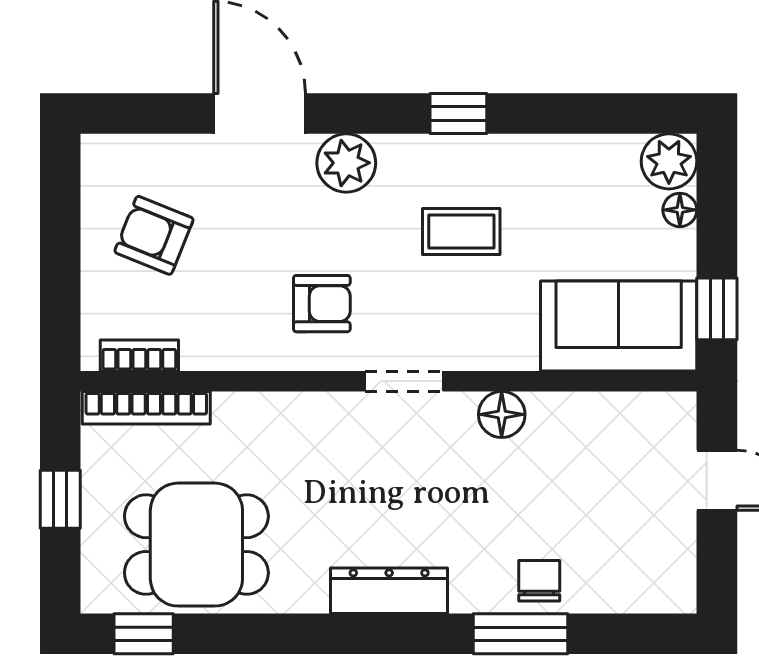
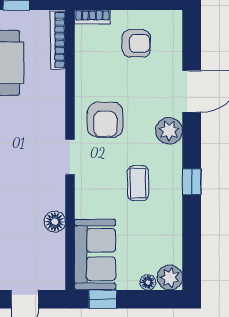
armchair: (154, 235) -> (136, 43), turned 68
armchair: (322, 304) -> (105, 120), width x1.38, depth x1.38
bookcase: (139, 355) -> (92, 17), moved, turned 90
floor lamp: (502, 414) -> (55, 222), moved

